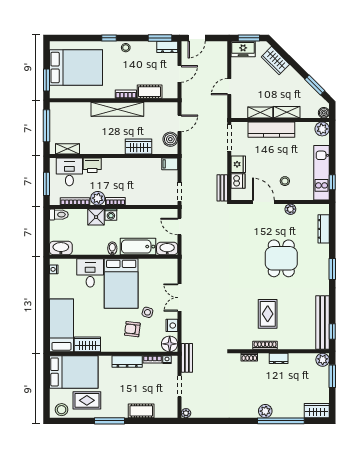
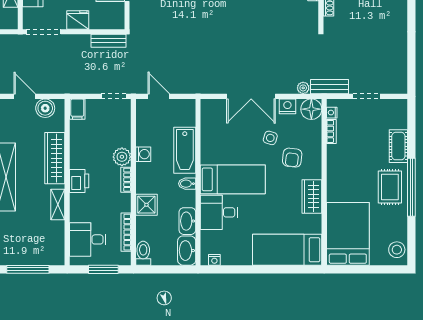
wardrobe: (139, 147) -> (55, 158), width x1.50
shelving: (68, 149) -> (58, 204), moved
printer: (92, 165) -> (79, 181), moved
dishwasher: (238, 181) -> (99, 20), removed
plant: (98, 198) -> (122, 157), moved
washing machine: (111, 215) -> (143, 154), moved
door: (179, 227) -> (159, 96), swing flipped
washbasin: (167, 249) -> (187, 221), moved
bed: (121, 283) -> (233, 179), width x0.67
double door: (179, 298) -> (251, 96), width x1.37
wardrobe: (87, 344) -> (312, 196), moved
dresser: (127, 361) -> (334, 164), removed
rug: (87, 400) -> (390, 187), moved
plant: (186, 413) -> (303, 88), moved
window: (109, 421) -> (411, 187), width x1.46

